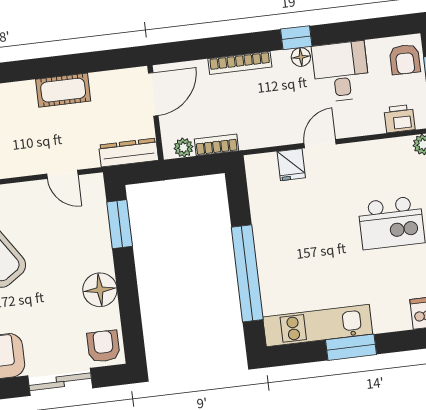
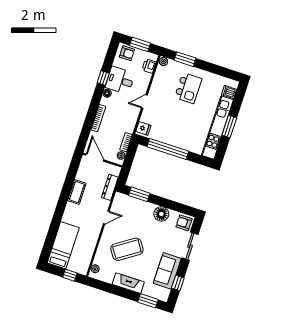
window: (296, 38) -> (103, 78), moved
door: (320, 144) -> (144, 102), hinge flipped
dresser: (129, 153) -> (110, 187), moved
fridge: (291, 165) -> (143, 128), moved
door: (62, 174) -> (106, 217), moved
window: (247, 273) -> (168, 149), moved
kitchen unit: (318, 326) -> (217, 128), width x1.36

